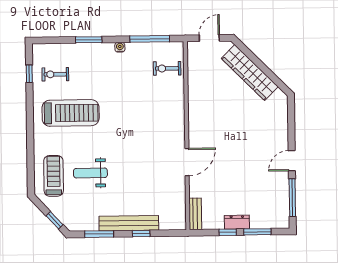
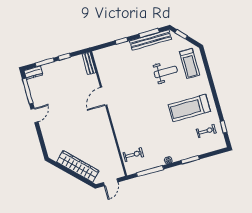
dresser: (237, 222) -> (33, 73), moved
bench: (129, 223) -> (151, 40), moved

